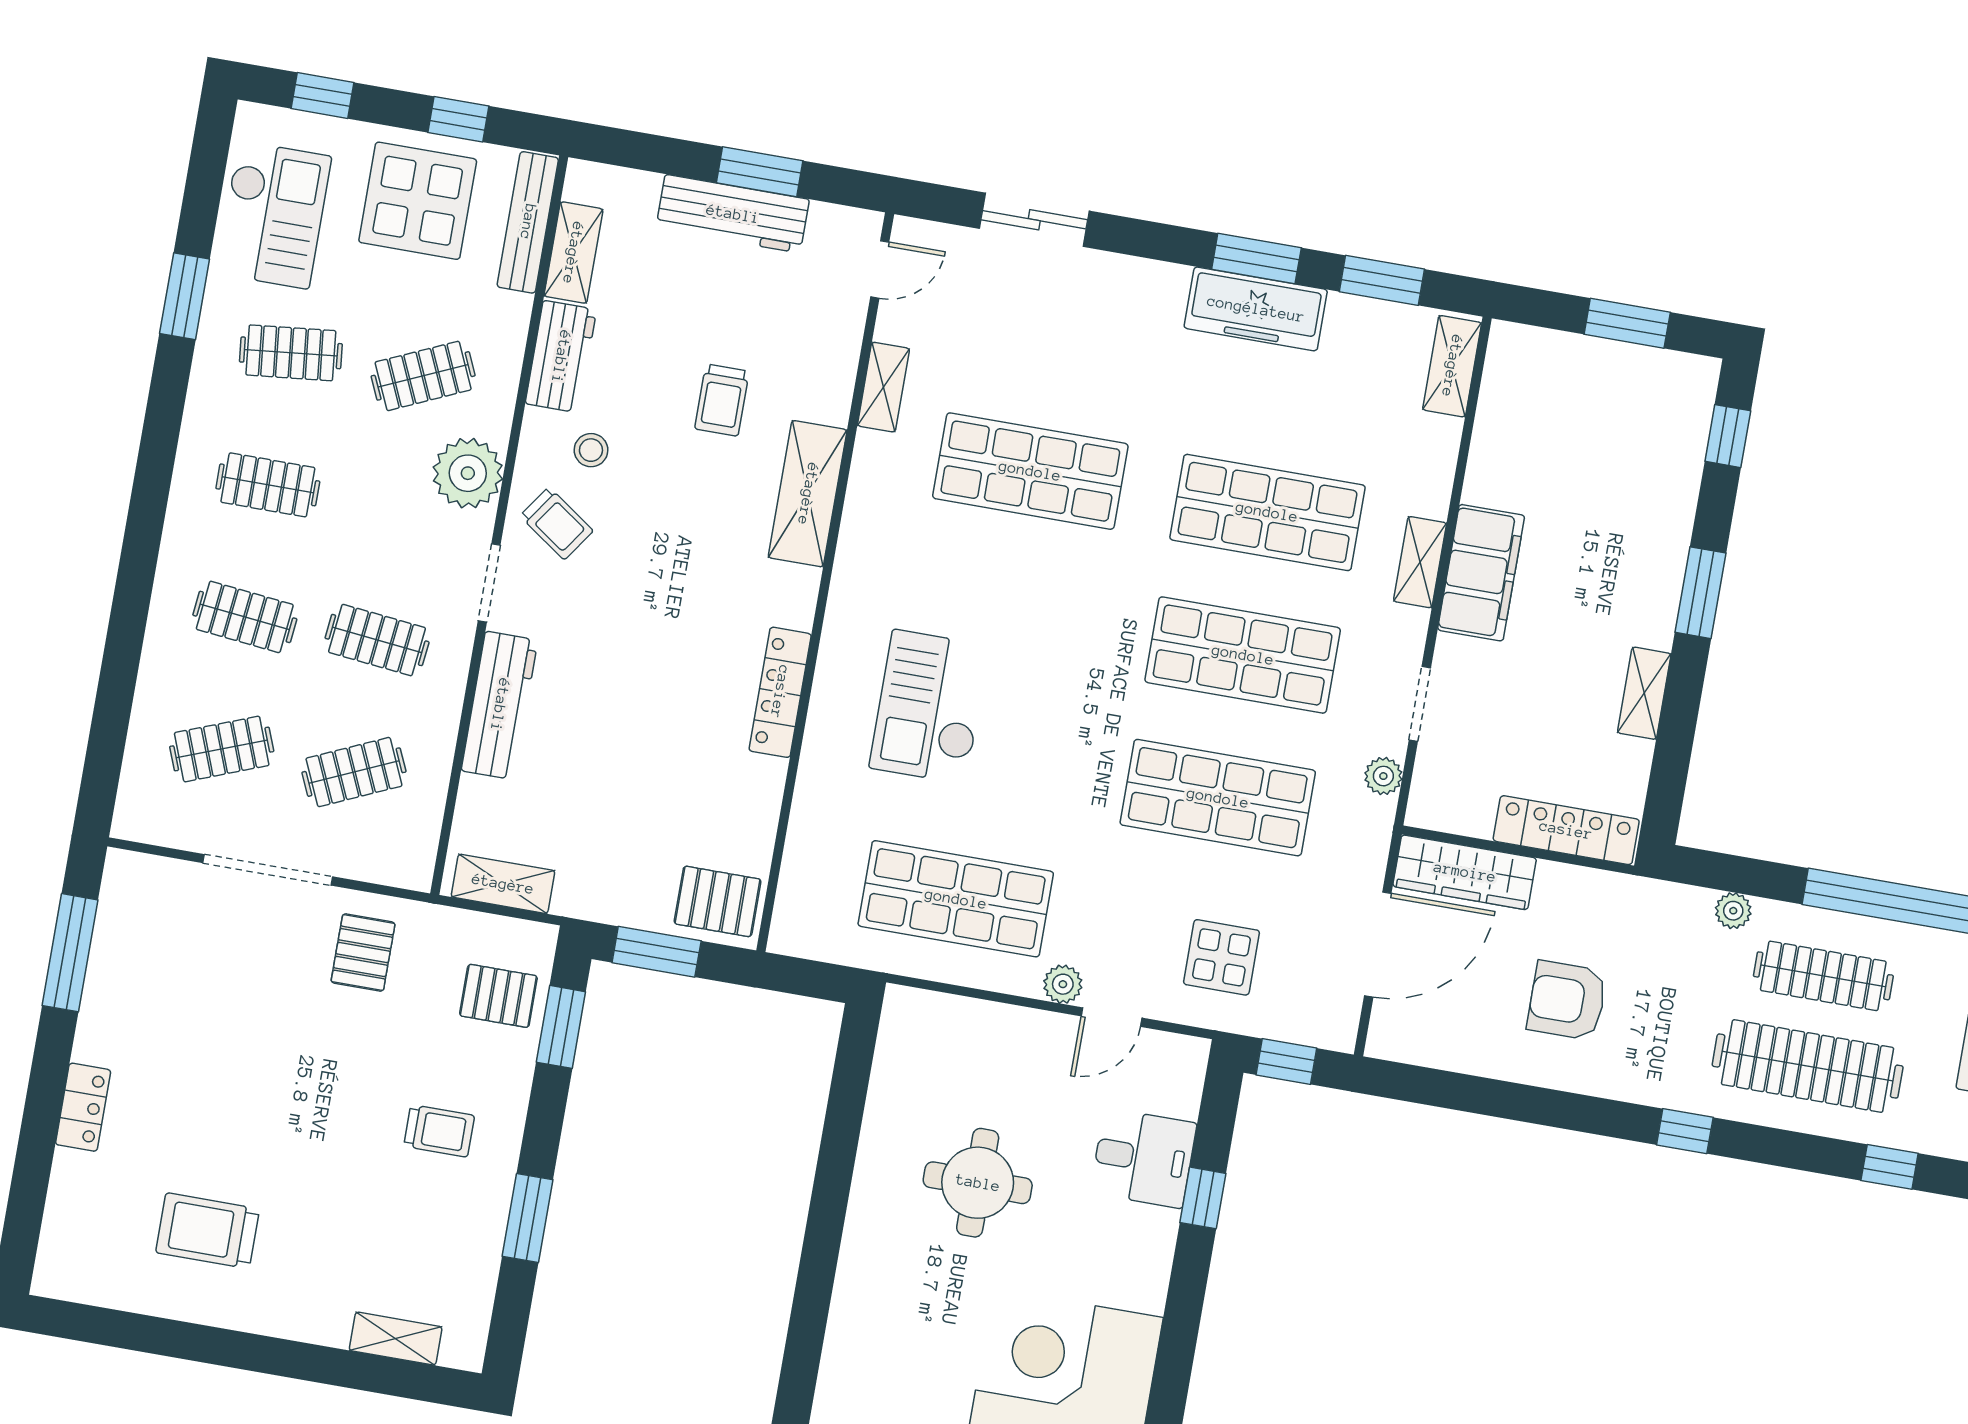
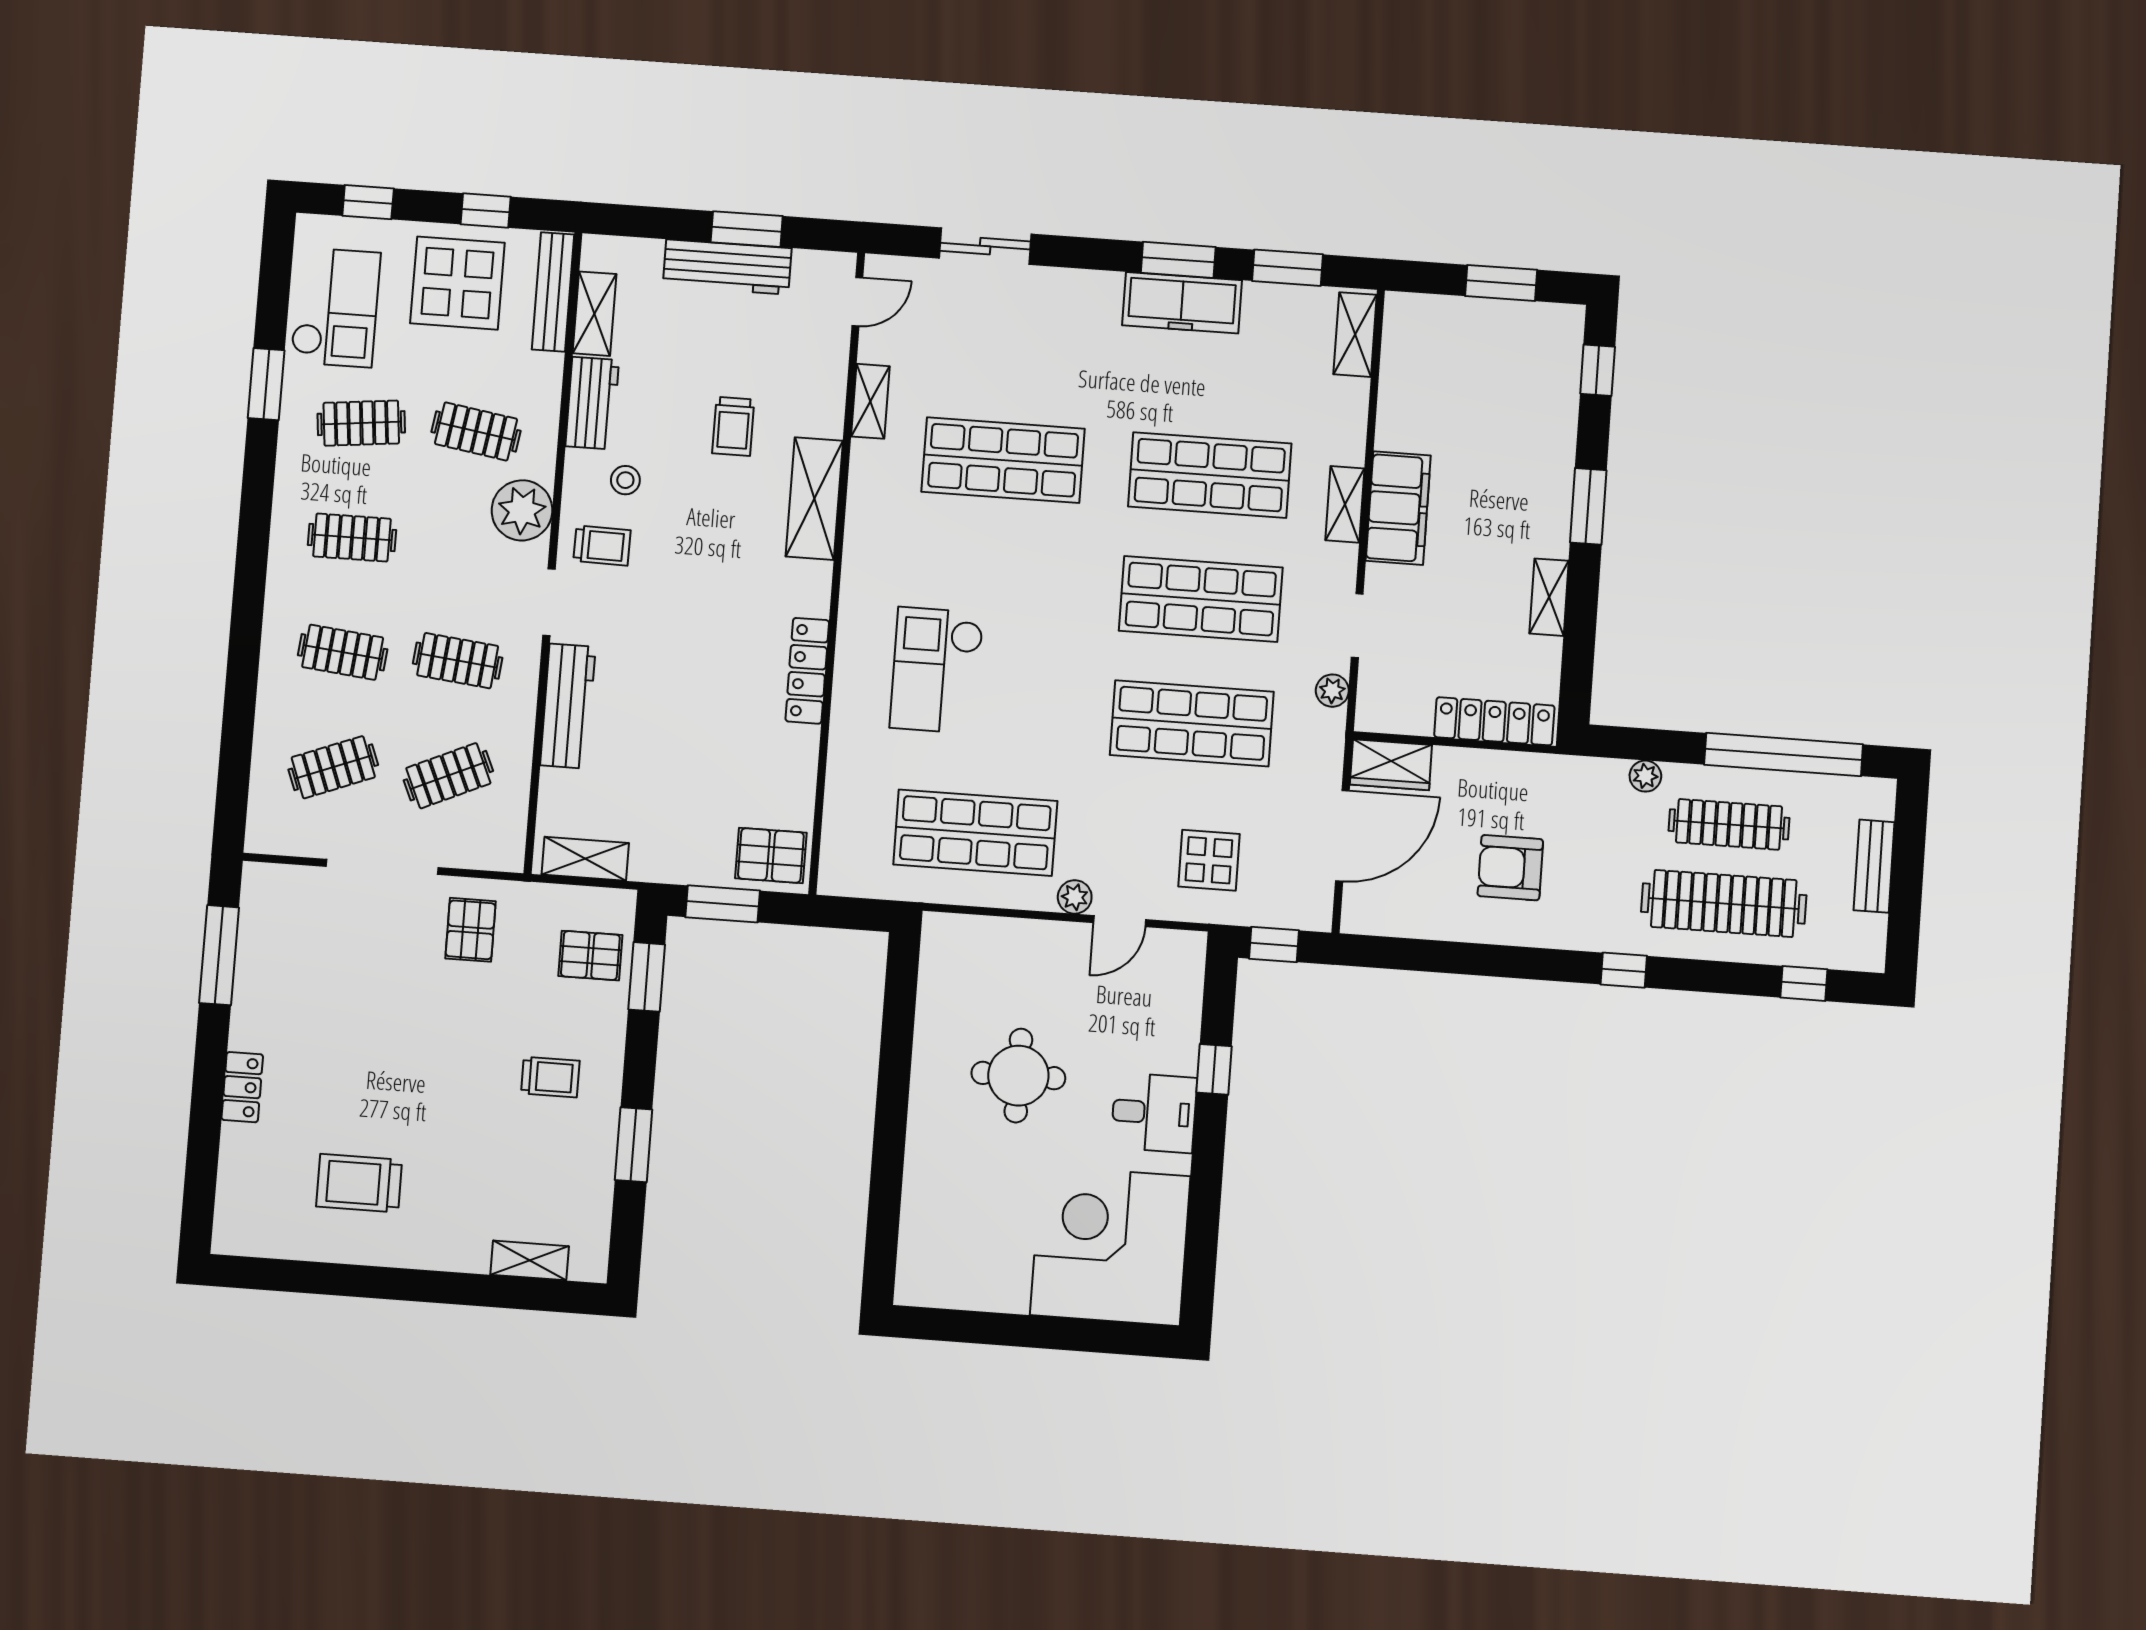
clothes rail: (423, 376) -> (476, 431), turned 33
trolley: (557, 523) -> (602, 546), turned -34
wardrobe: (1465, 872) -> (1391, 765), width x0.67
desk: (1143, 1158) -> (1154, 1113), moved

